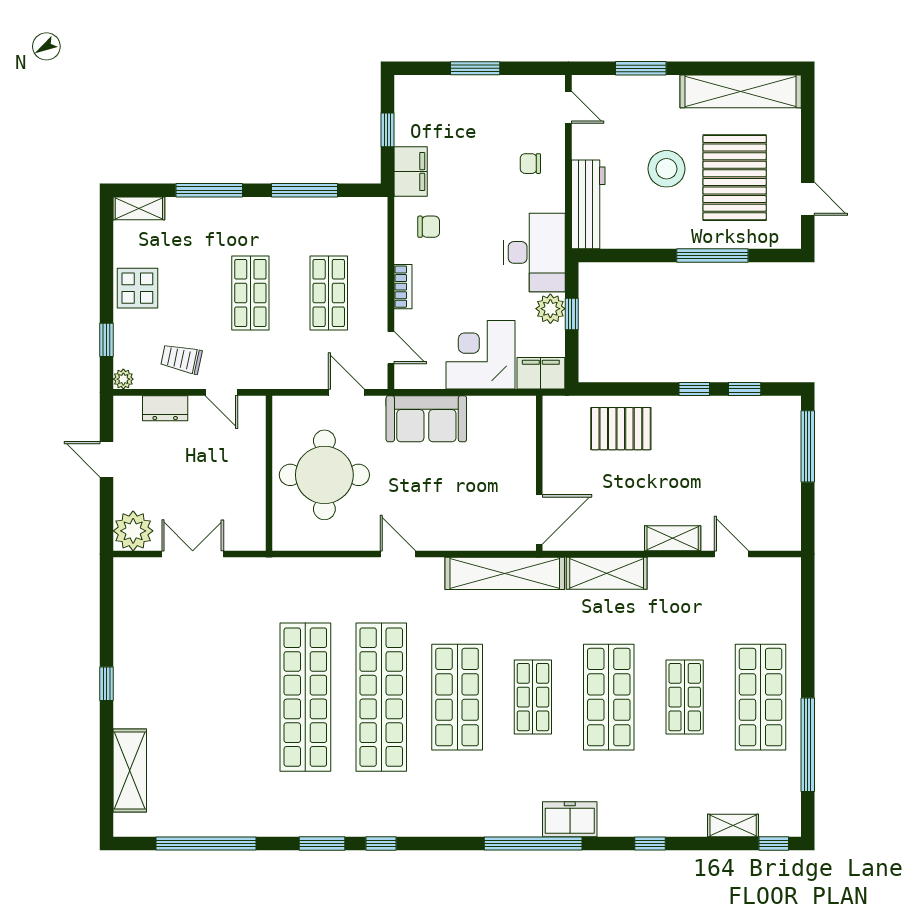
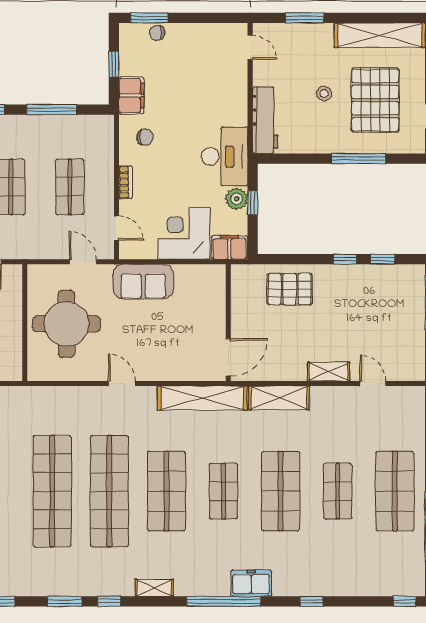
window: (475, 68) -> (149, 18), moved
chair: (530, 164) -> (157, 33), moved
stool: (666, 169) -> (324, 93), width x0.53, depth x0.53
shelving: (733, 826) -> (154, 588), moved

